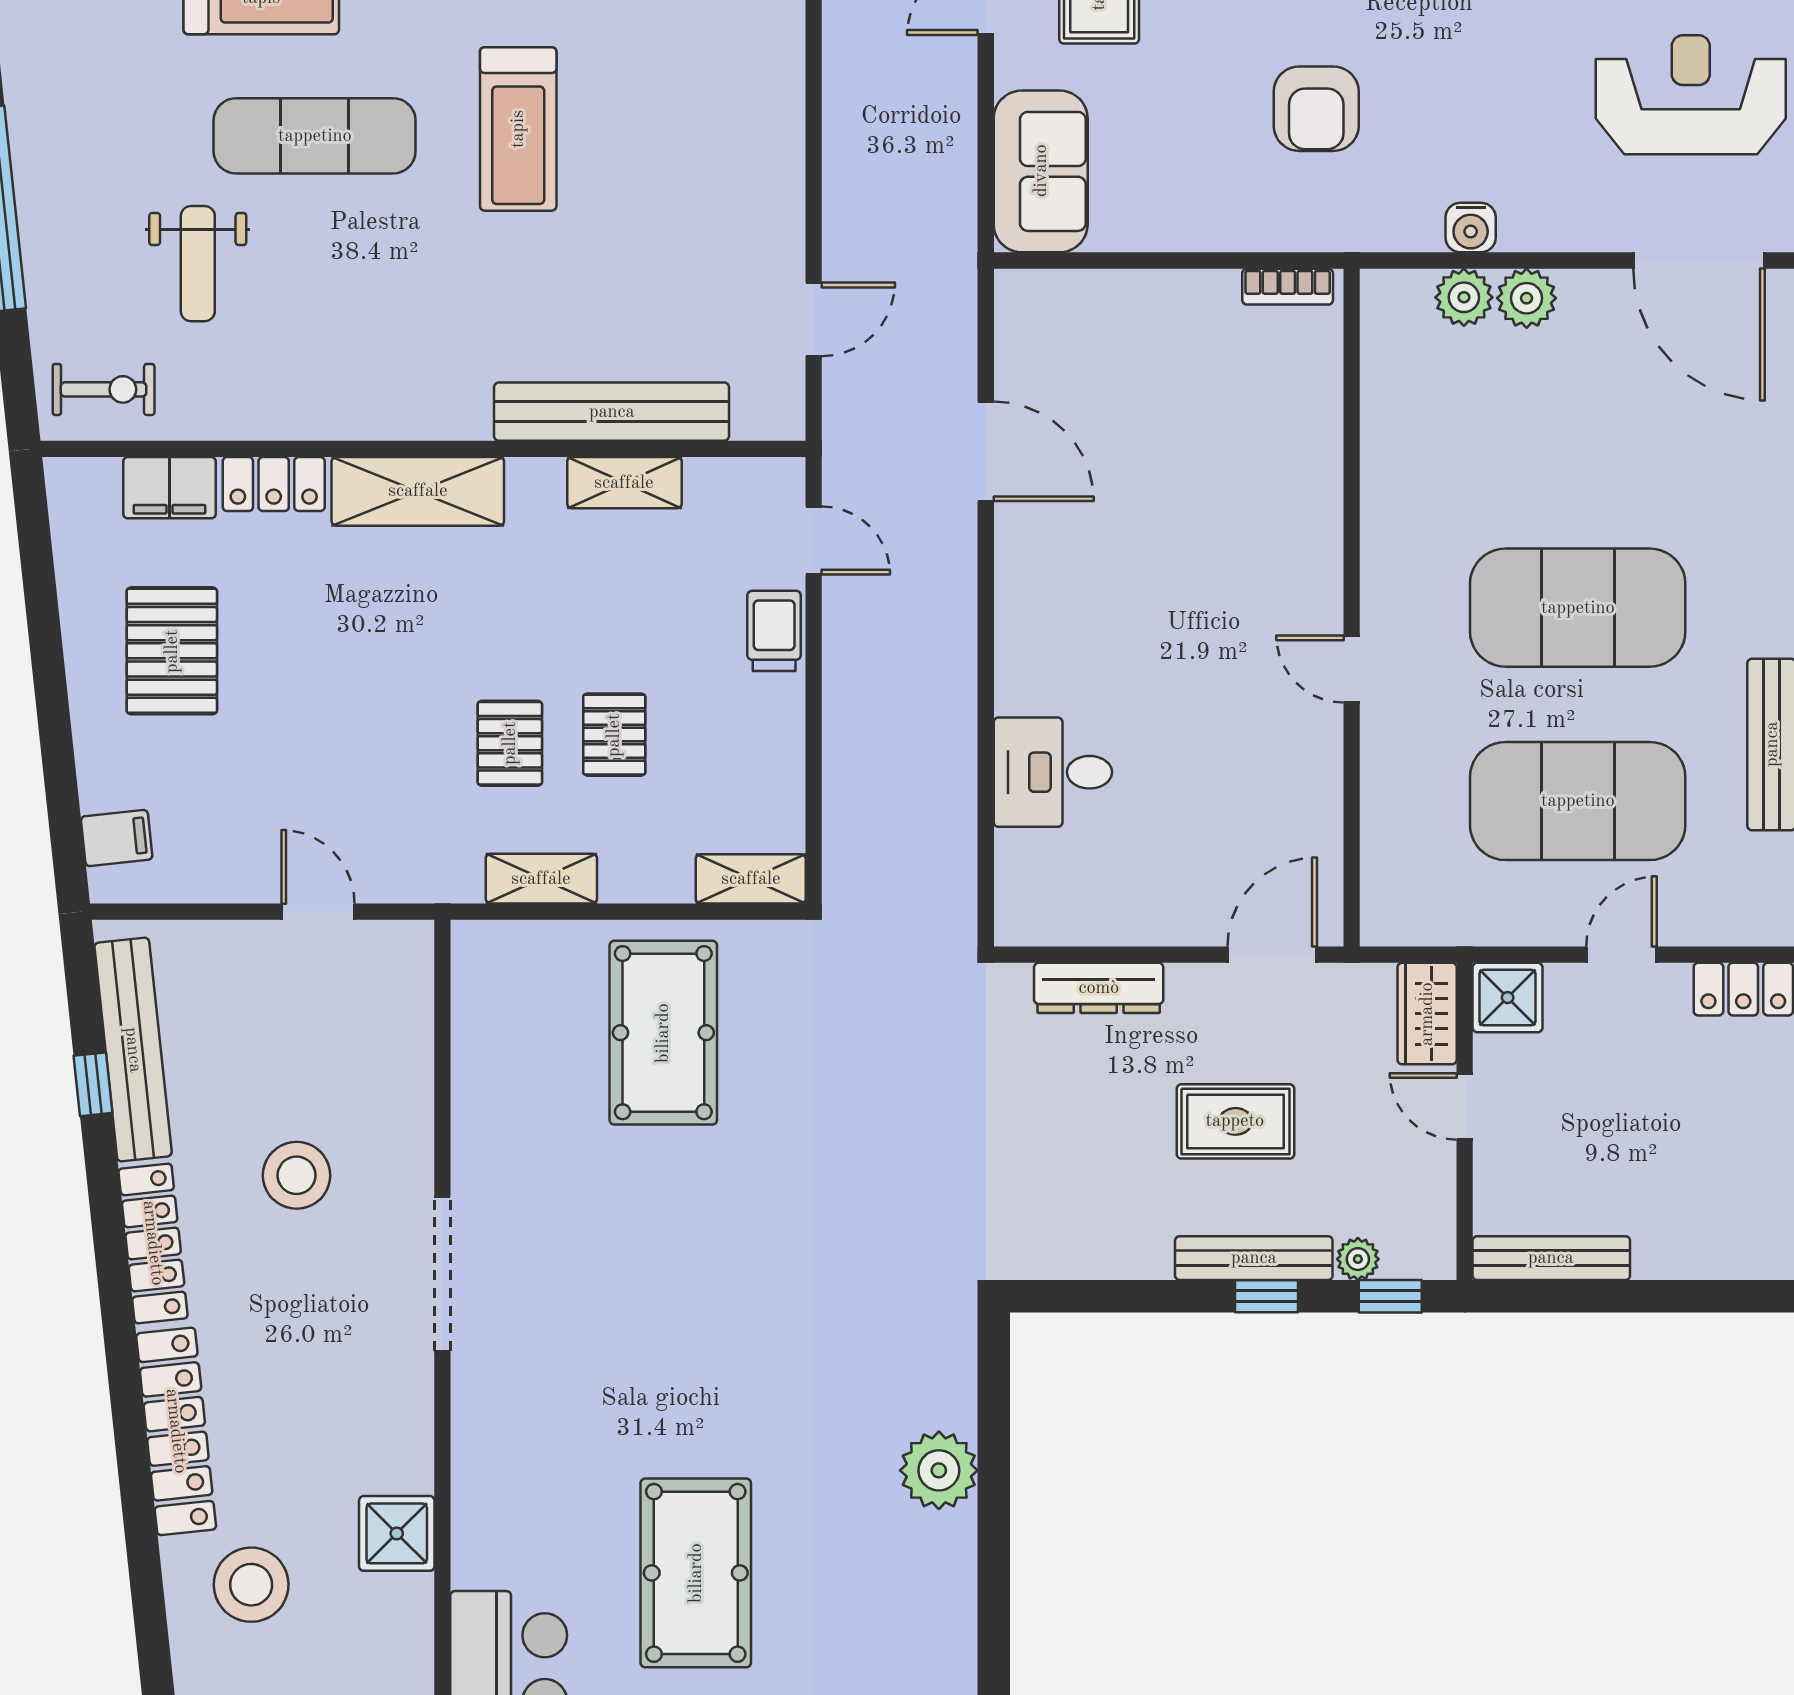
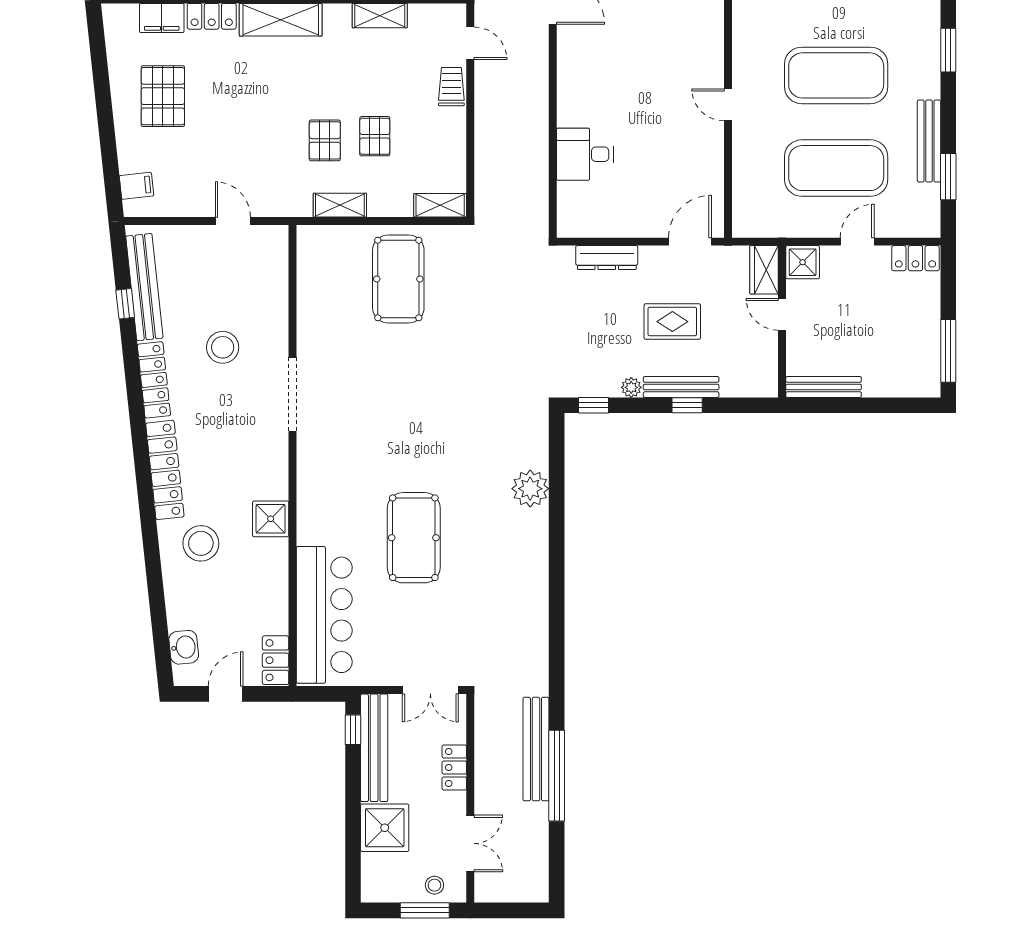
plant: (1358, 1259) -> (631, 387), moved
window: (1390, 1296) -> (594, 405), moved

